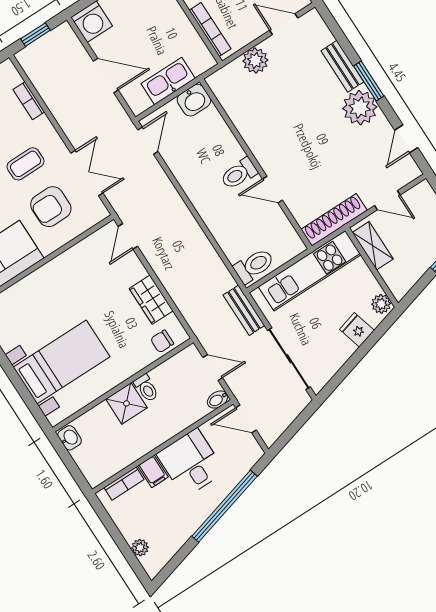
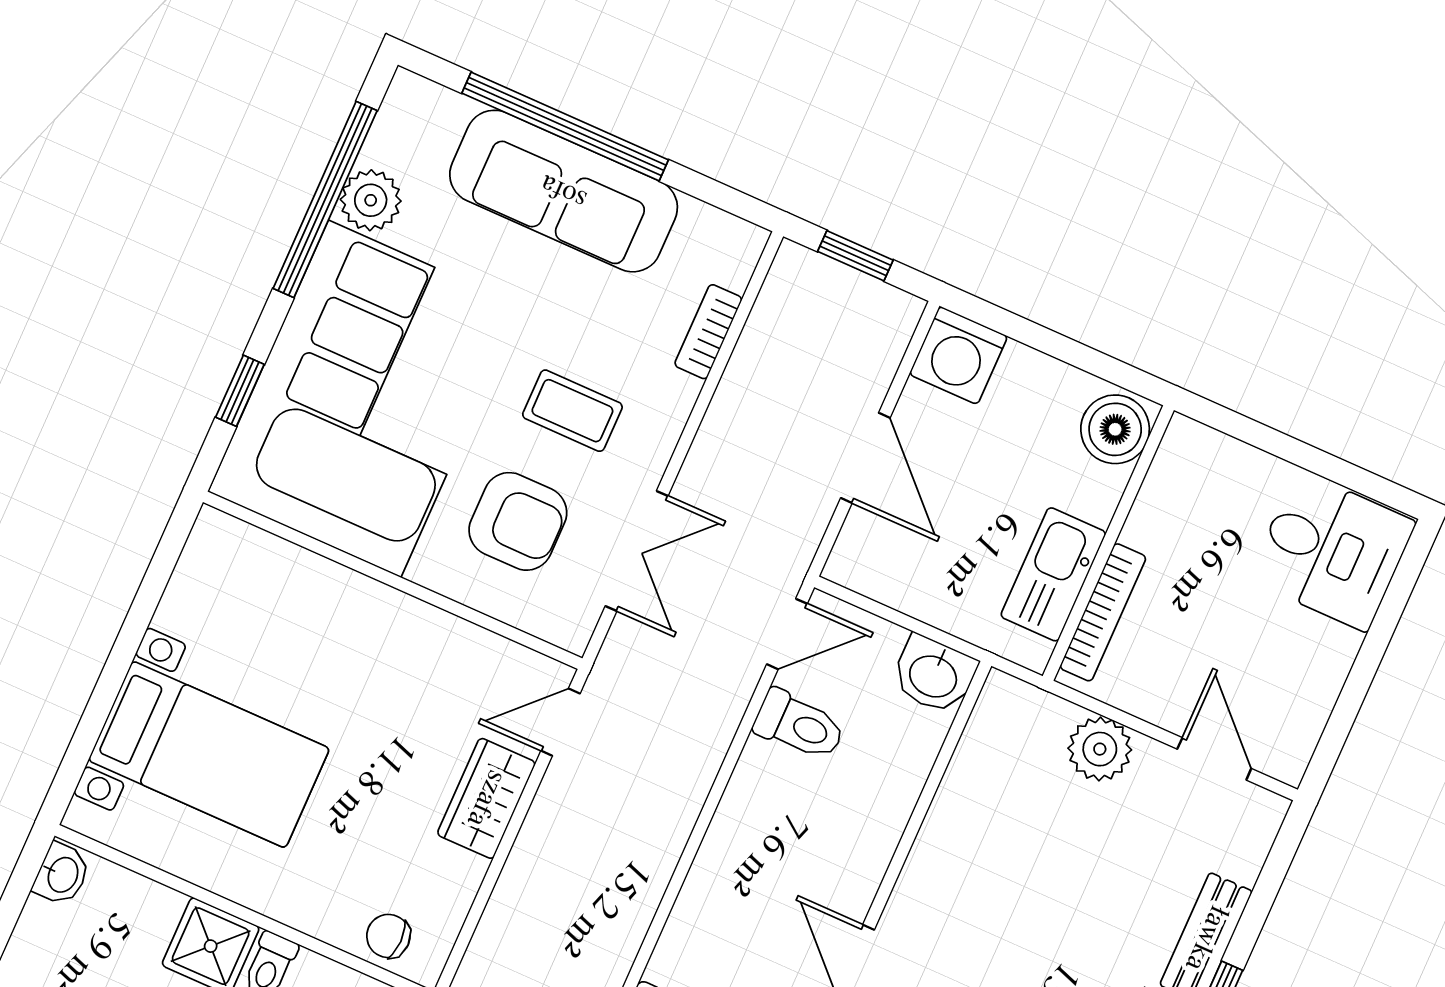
kitchen sink: (168, 81) -> (1053, 574), moved, turned -90
toilet: (239, 174) -> (799, 725), moved, turned 180
armchair: (51, 207) -> (518, 521), turned 180
wardrobe: (151, 300) -> (486, 798), moved

